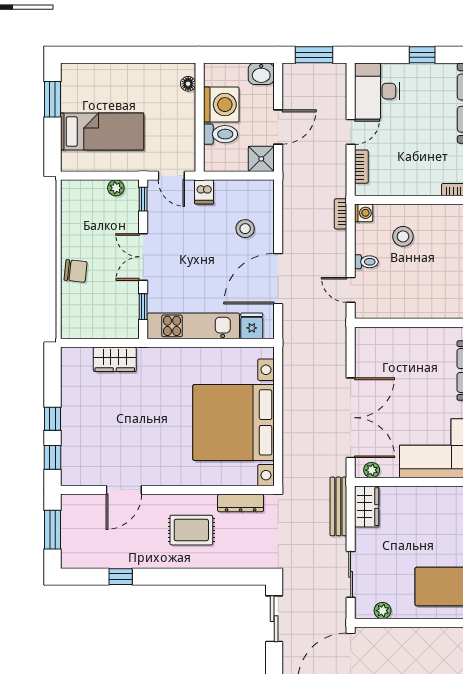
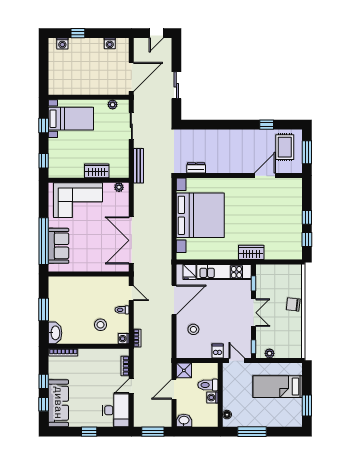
window: (146, 55) -> (252, 432), added
washing machine: (221, 105) -> (212, 398), width x0.53, depth x0.53
wardrobe: (115, 359) -> (251, 252), moved
double door: (351, 418) -> (131, 240), moved
window: (52, 457) -> (307, 240), moved
dresser: (241, 503) -> (196, 168), width x0.70
wardrobe: (367, 507) -> (97, 171), moved, turned 90
rug: (191, 530) -> (285, 147), moved, turned 90
sliding door: (274, 619) -> (176, 85), moved

